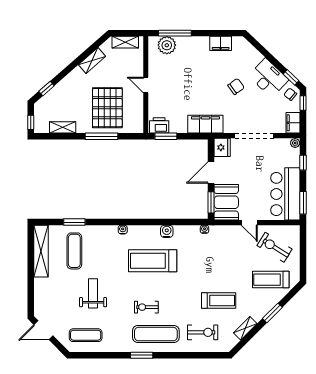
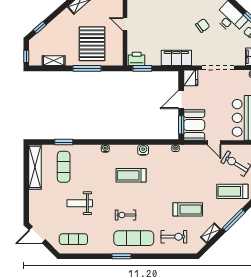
treadmill: (153, 261) -> (131, 175), width x0.73, depth x0.73
weight bench: (93, 293) -> (80, 203), turned -90
window: (272, 313) -> (234, 220), width x1.44

